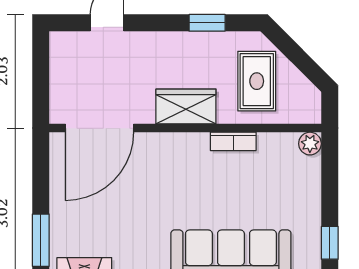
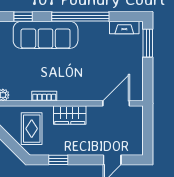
door: (99, 128) -> (116, 103), width x0.73

